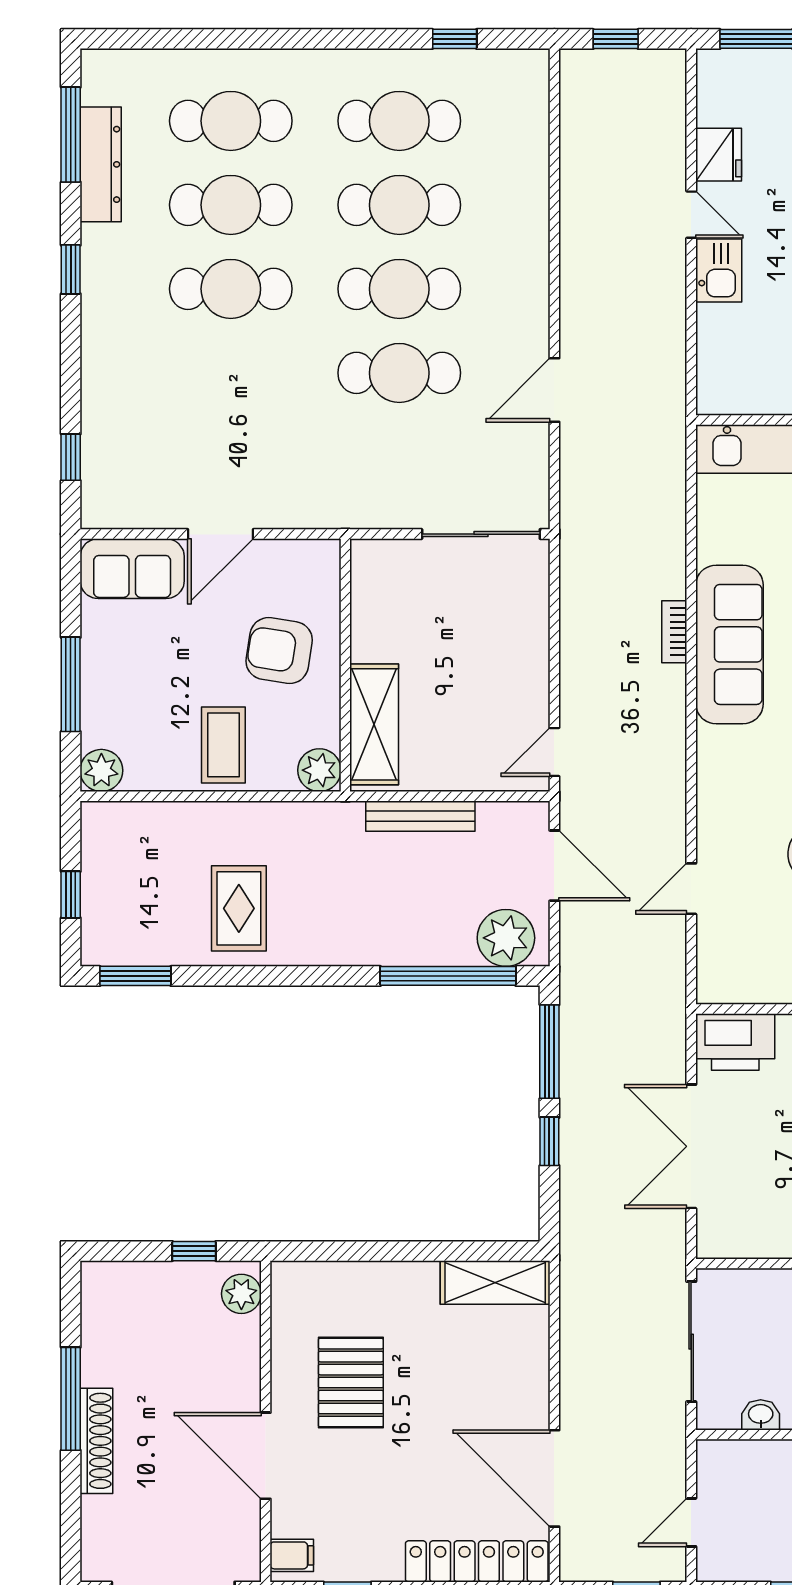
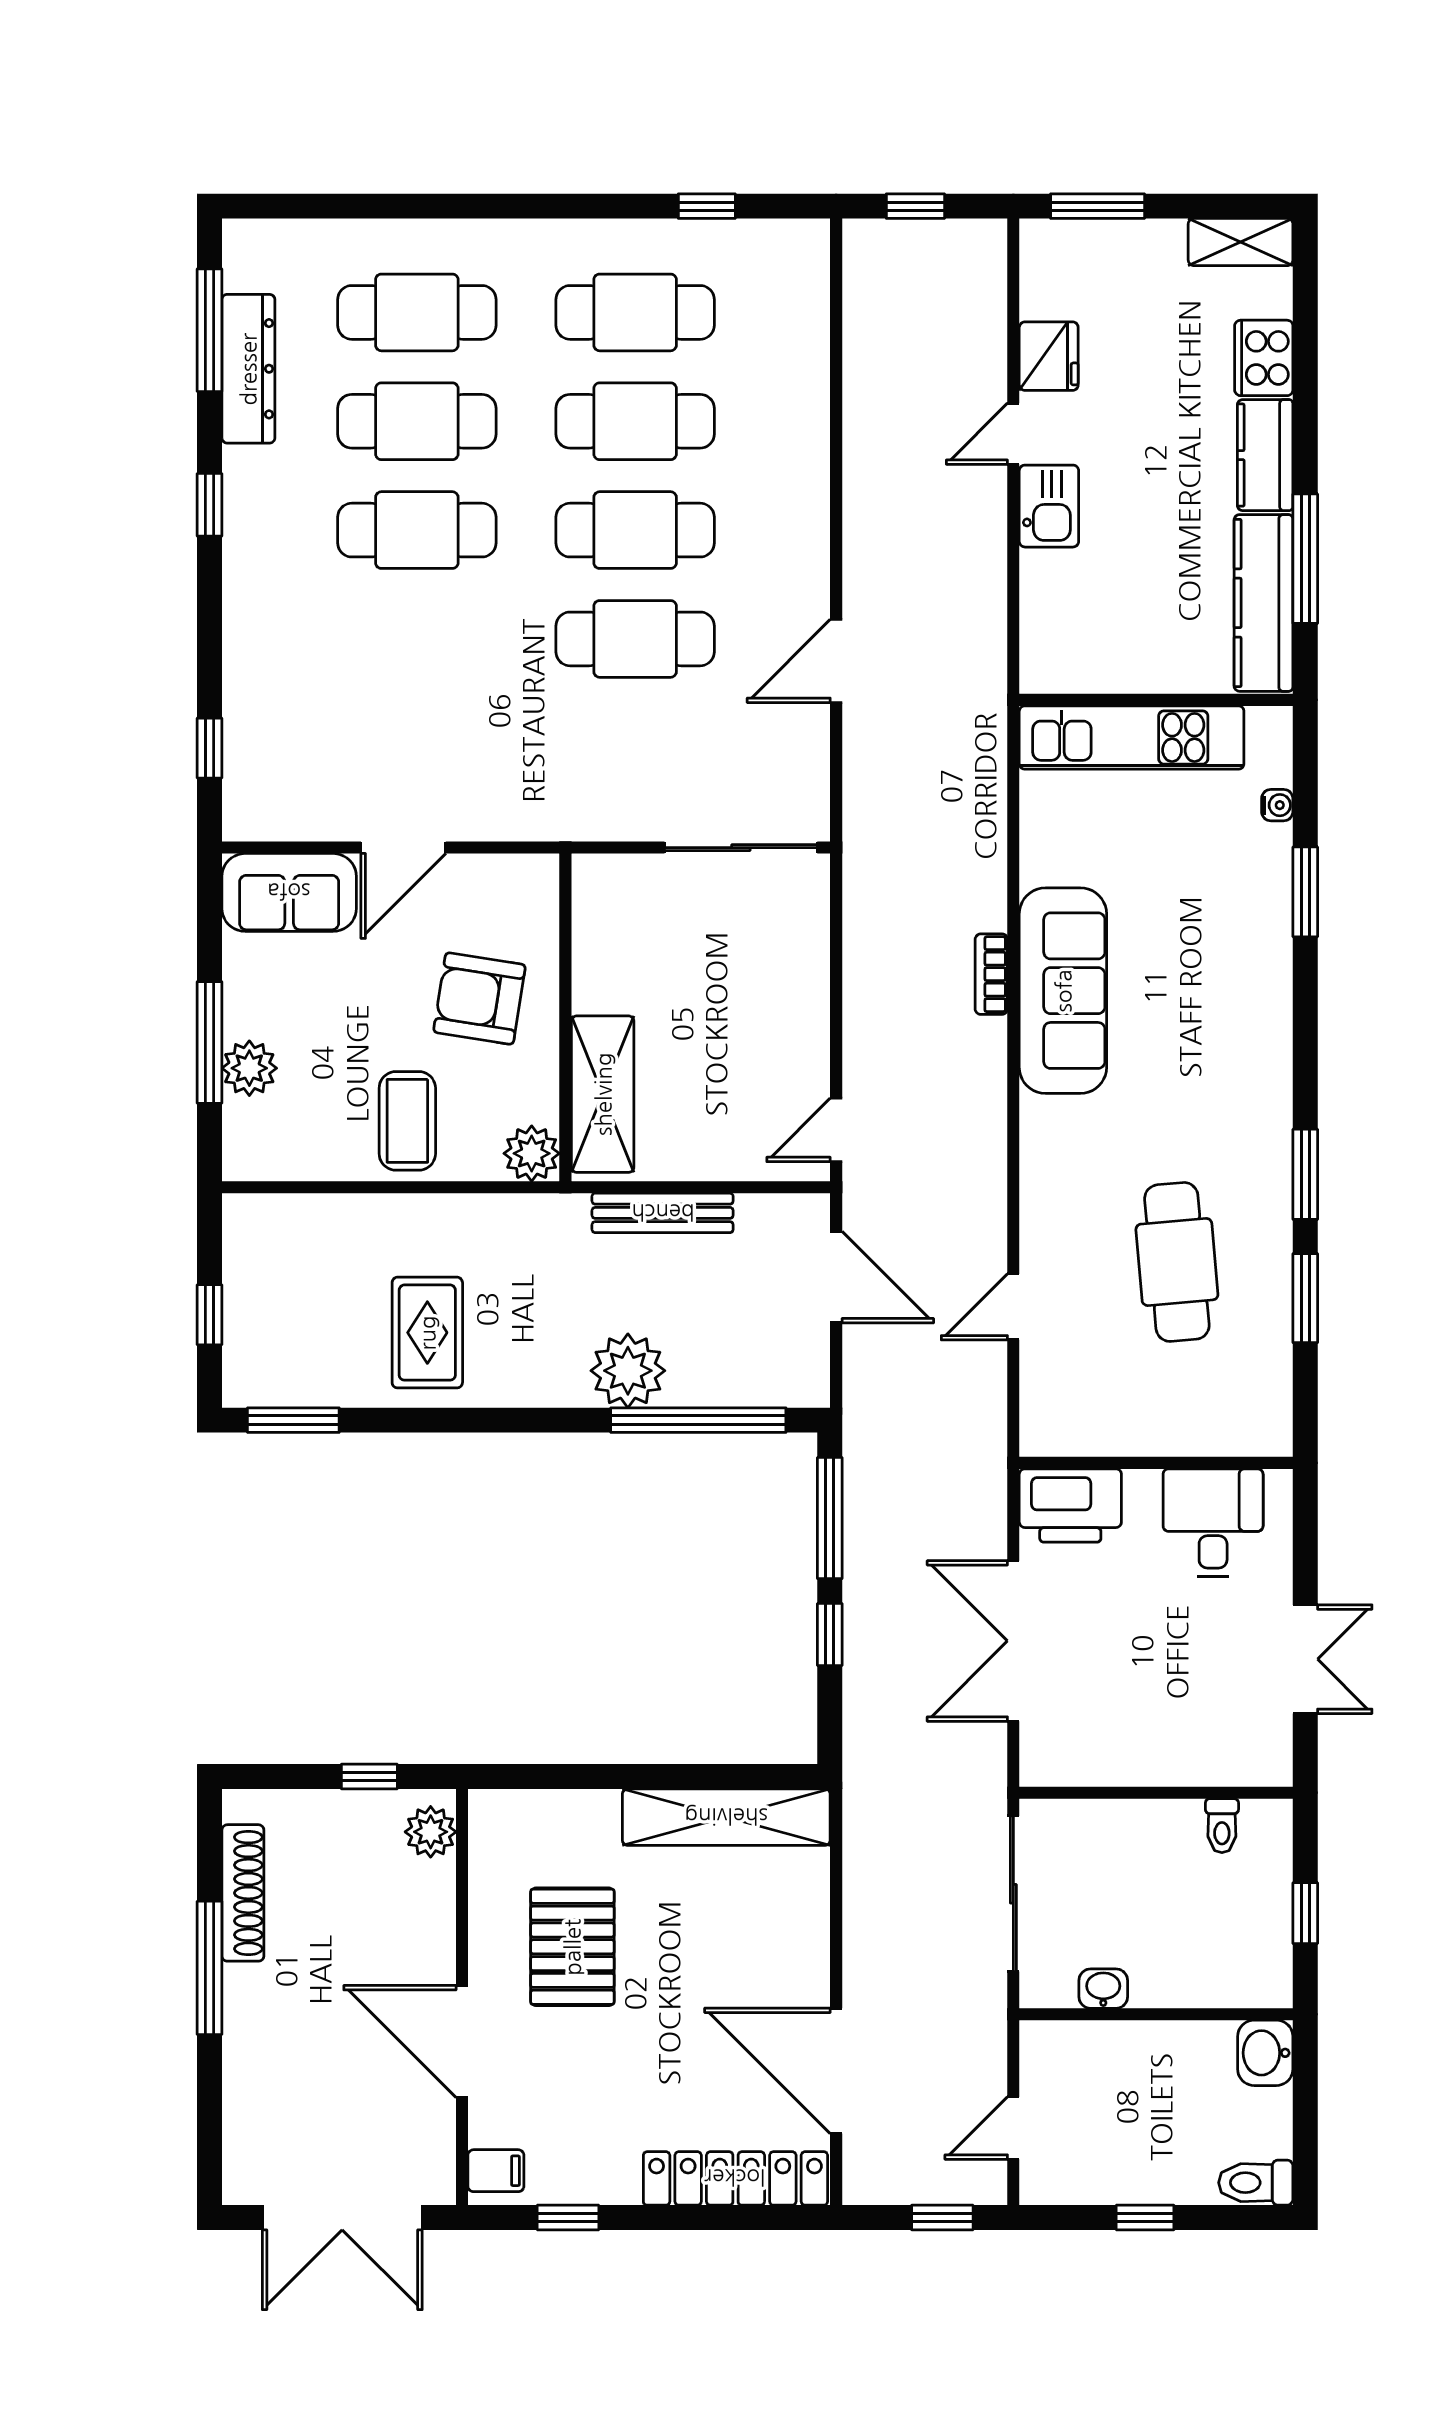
door: (691, 215) -> (1013, 434), swing flipped
plant: (101, 770) -> (249, 1068), moved
plant: (506, 938) -> (628, 1371), moved
shelving: (495, 1282) -> (726, 1817), width x1.47
shoe rack: (96, 1441) -> (243, 1893), moved

